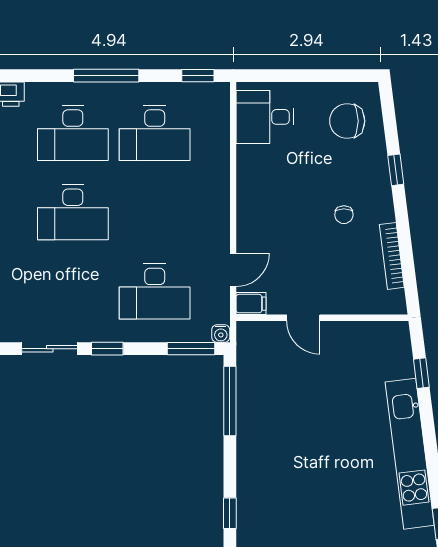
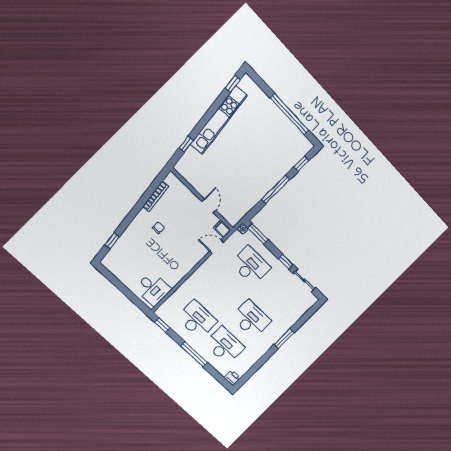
chair: (347, 121) -> (125, 259), removed
window: (396, 170) -> (112, 241), moved
window: (230, 401) -> (276, 190), moved

